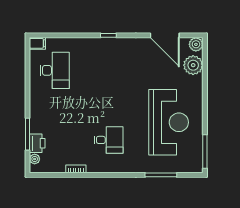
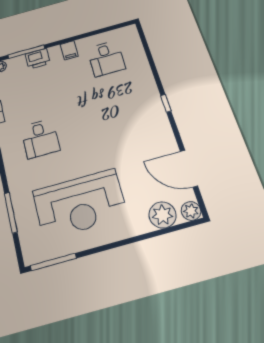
door: (165, 35) -> (189, 168), hinge flipped
filing cabinet: (37, 43) -> (69, 50), moved
desk: (55, 70) -> (106, 58), width x0.73
printer: (37, 143) -> (38, 59), moved

